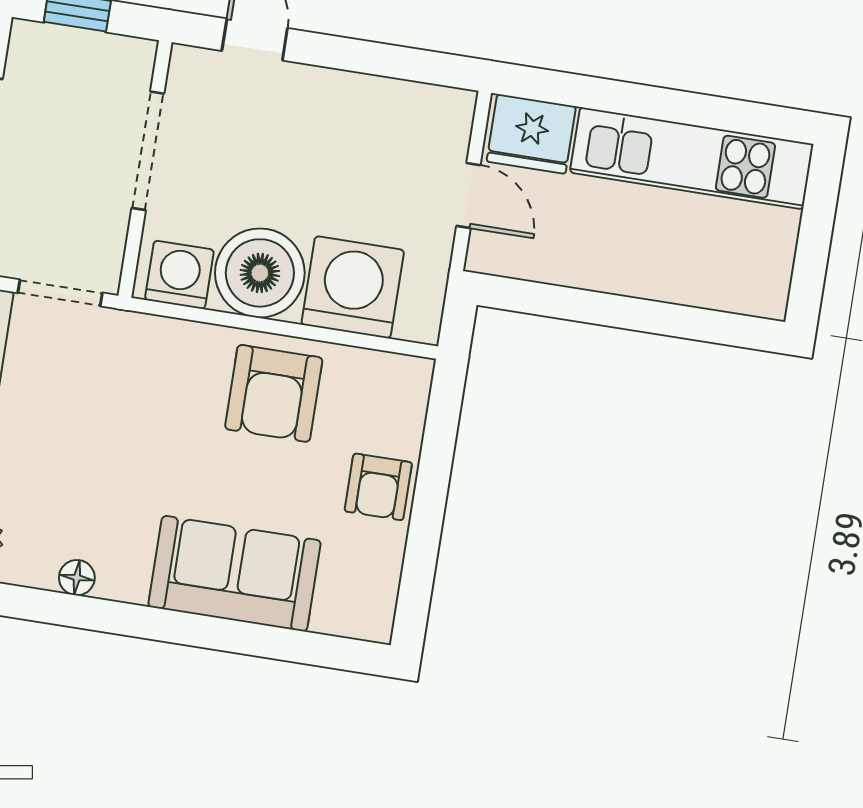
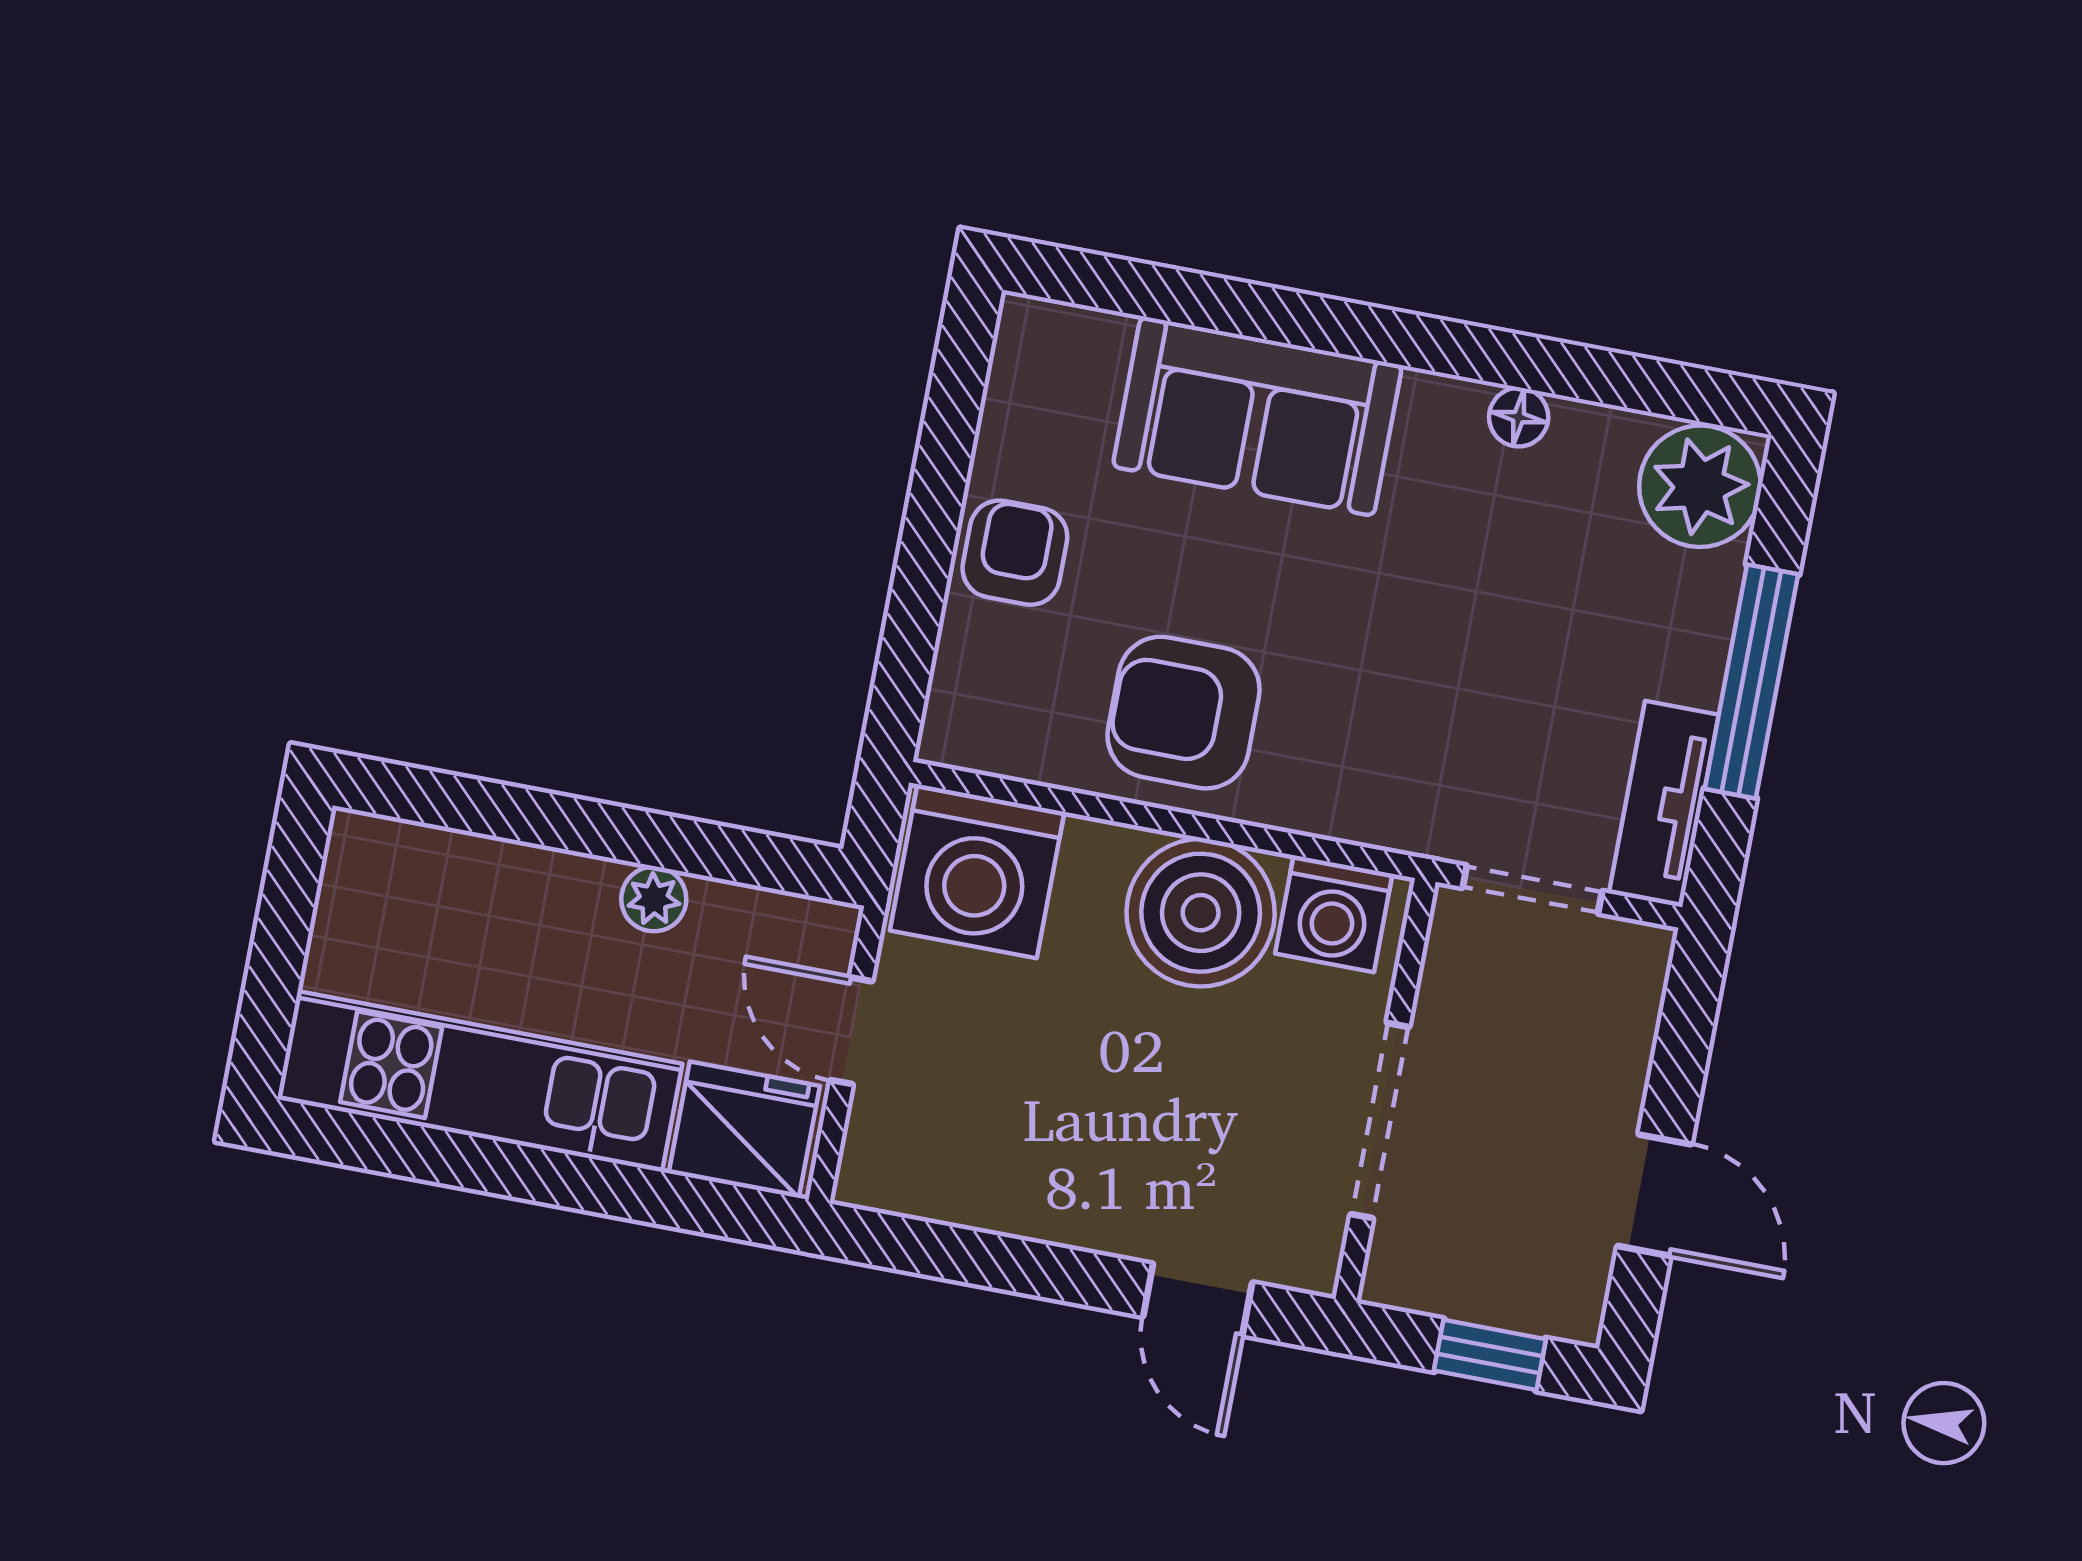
plant: (590, 271) -> (654, 899), added
washing machine: (353, 287) -> (977, 871), moved
armchair: (274, 393) -> (1184, 713), turned -90

